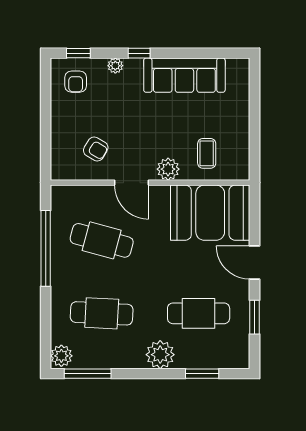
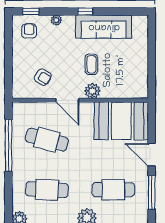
window: (139, 53) -> (85, 11), moved
armchair: (76, 82) -> (29, 31), turned 180
coffee table: (207, 153) -> (91, 64), moved
window: (255, 317) -> (152, 192), width x1.44

